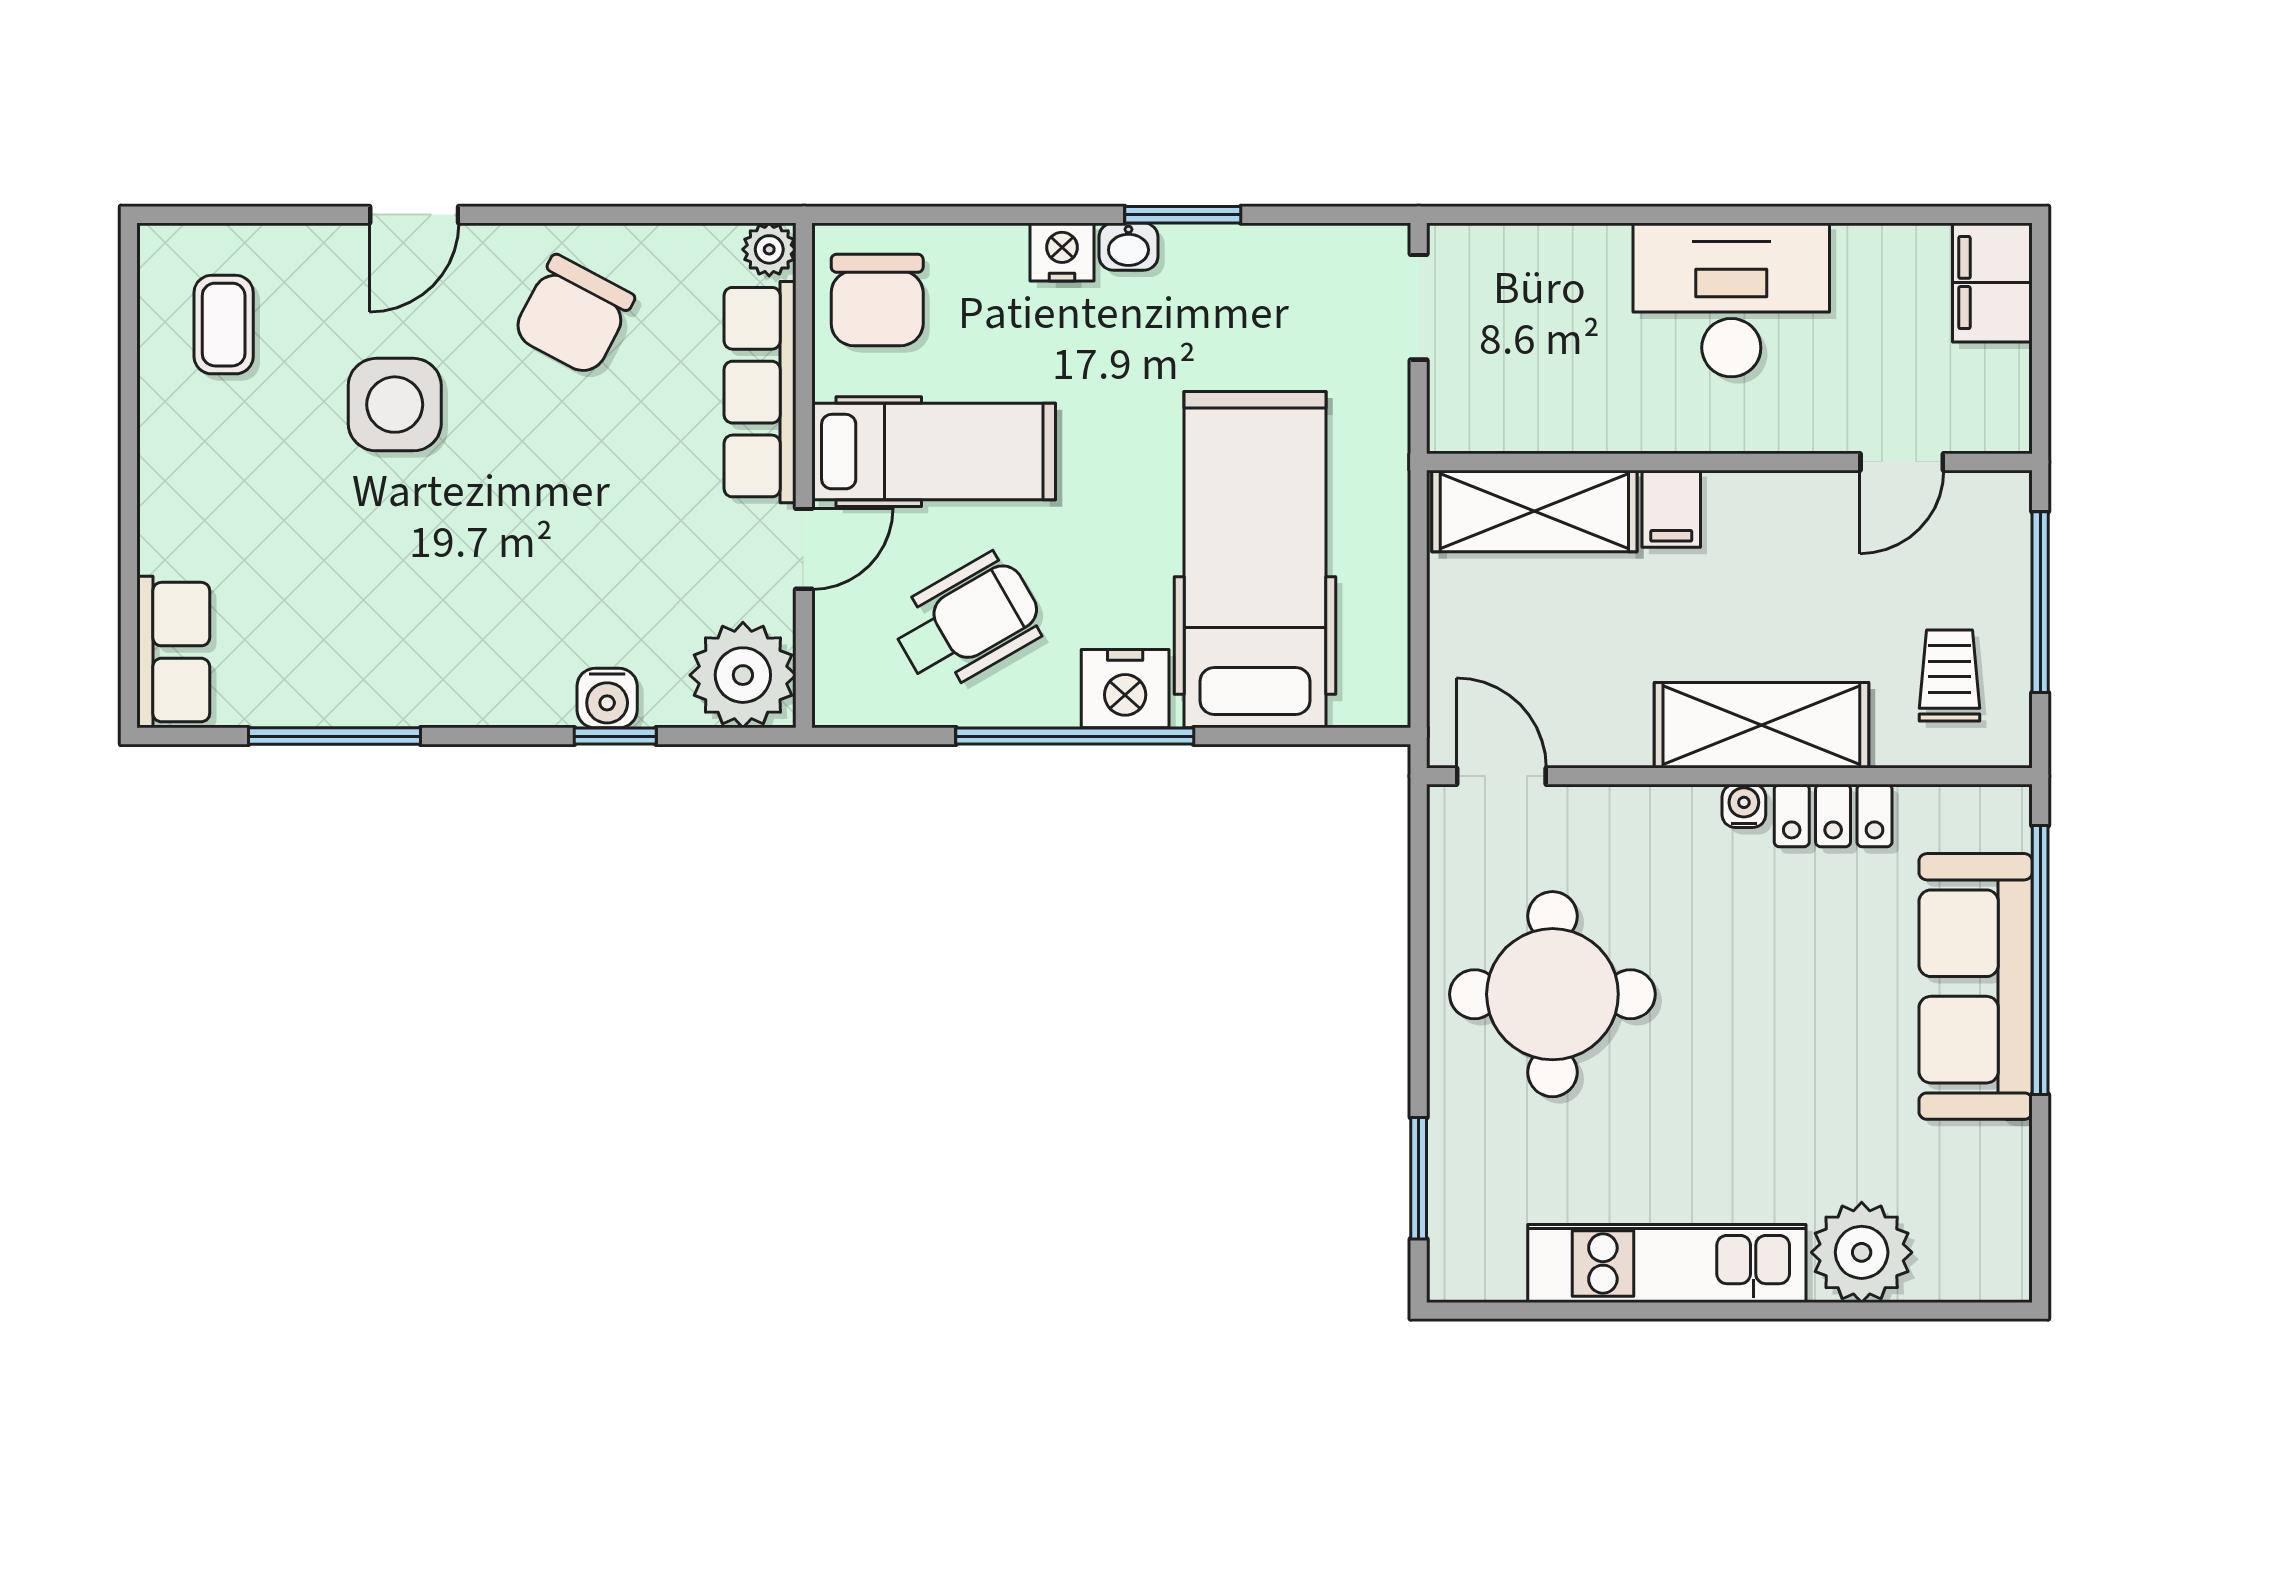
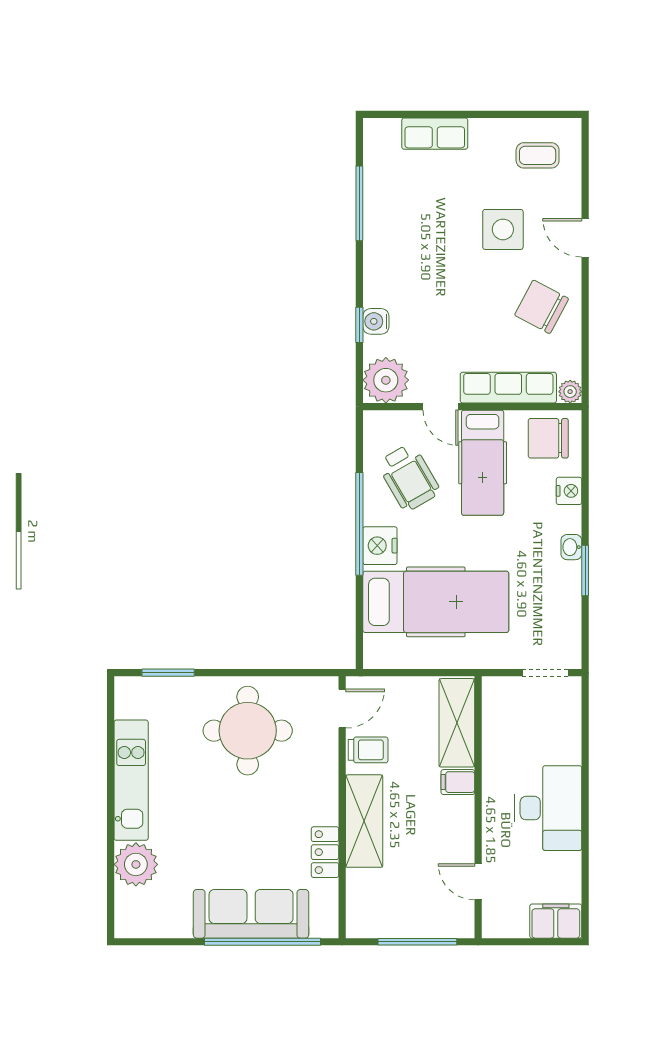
nightstand: (1062, 252) -> (569, 491), moved
row of seats: (173, 652) -> (435, 134), moved
trolley: (1949, 675) -> (368, 750), moved
water cooler: (1744, 806) -> (329, 814), removed

